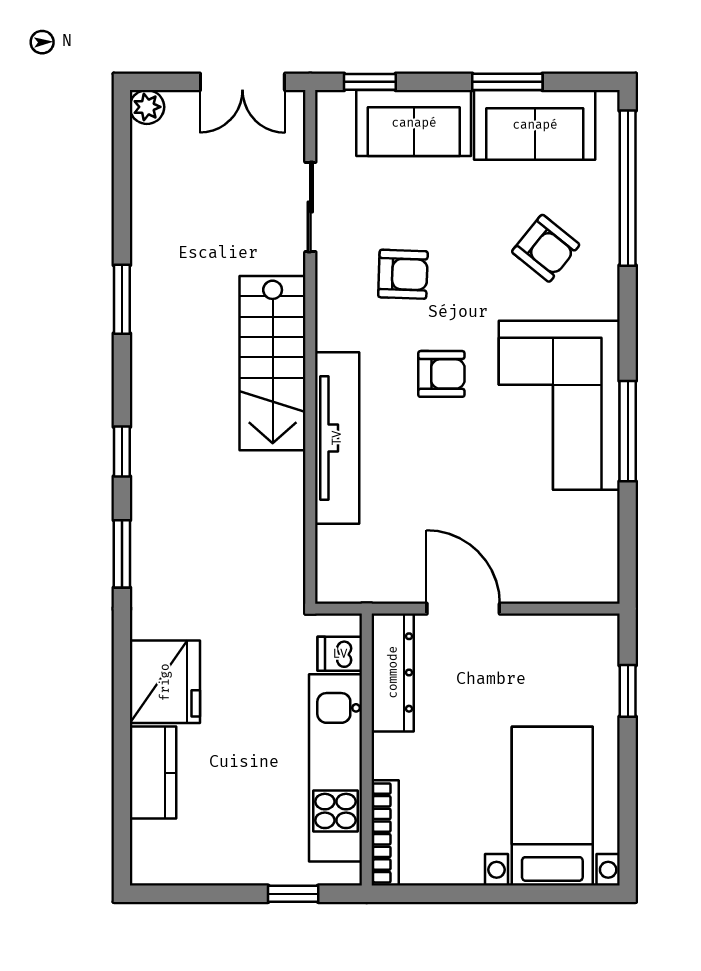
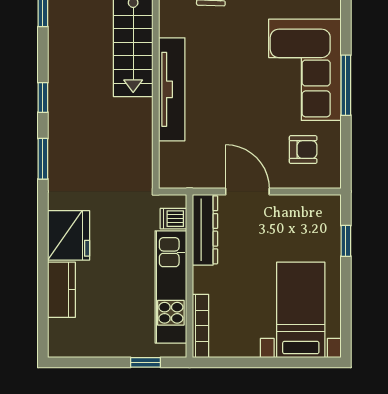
armchair: (441, 374) -> (303, 150), moved

